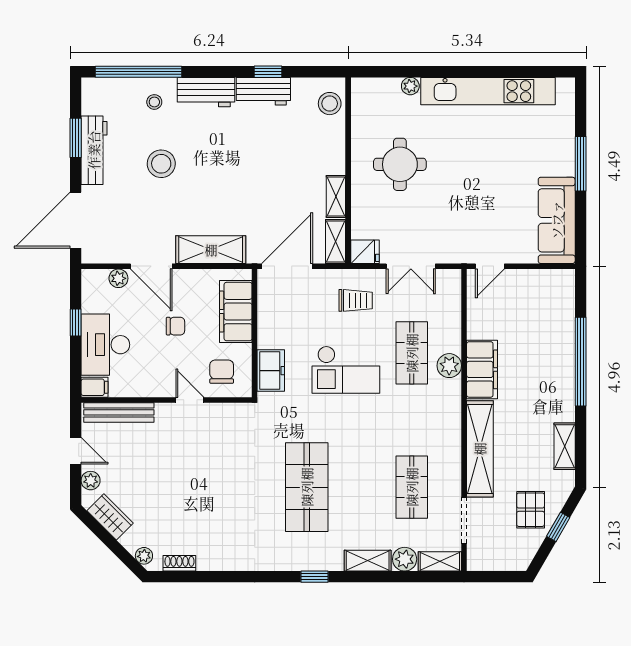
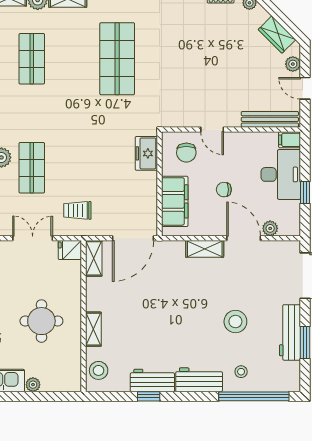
shelving: (336, 196) -> (93, 329), moved
shelving: (211, 250) -> (205, 249), width x0.67, depth x0.75
checkout: (346, 370) -> (85, 154), removed

